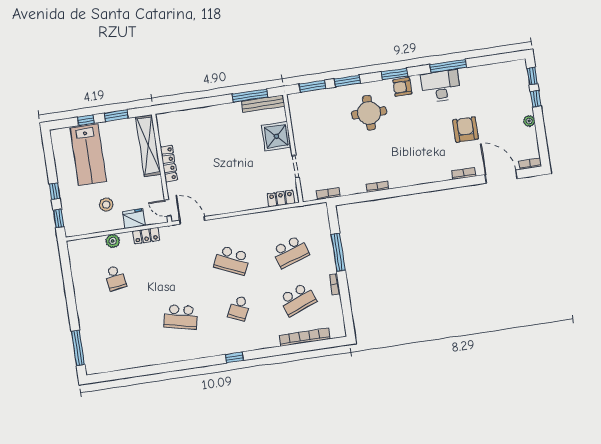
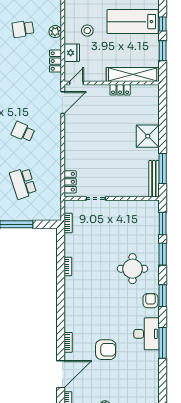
shower: (276, 136) -> (148, 136), moved
locker: (169, 164) -> (120, 90), width x0.66
school desk: (232, 260) -> (23, 132), width x0.54

